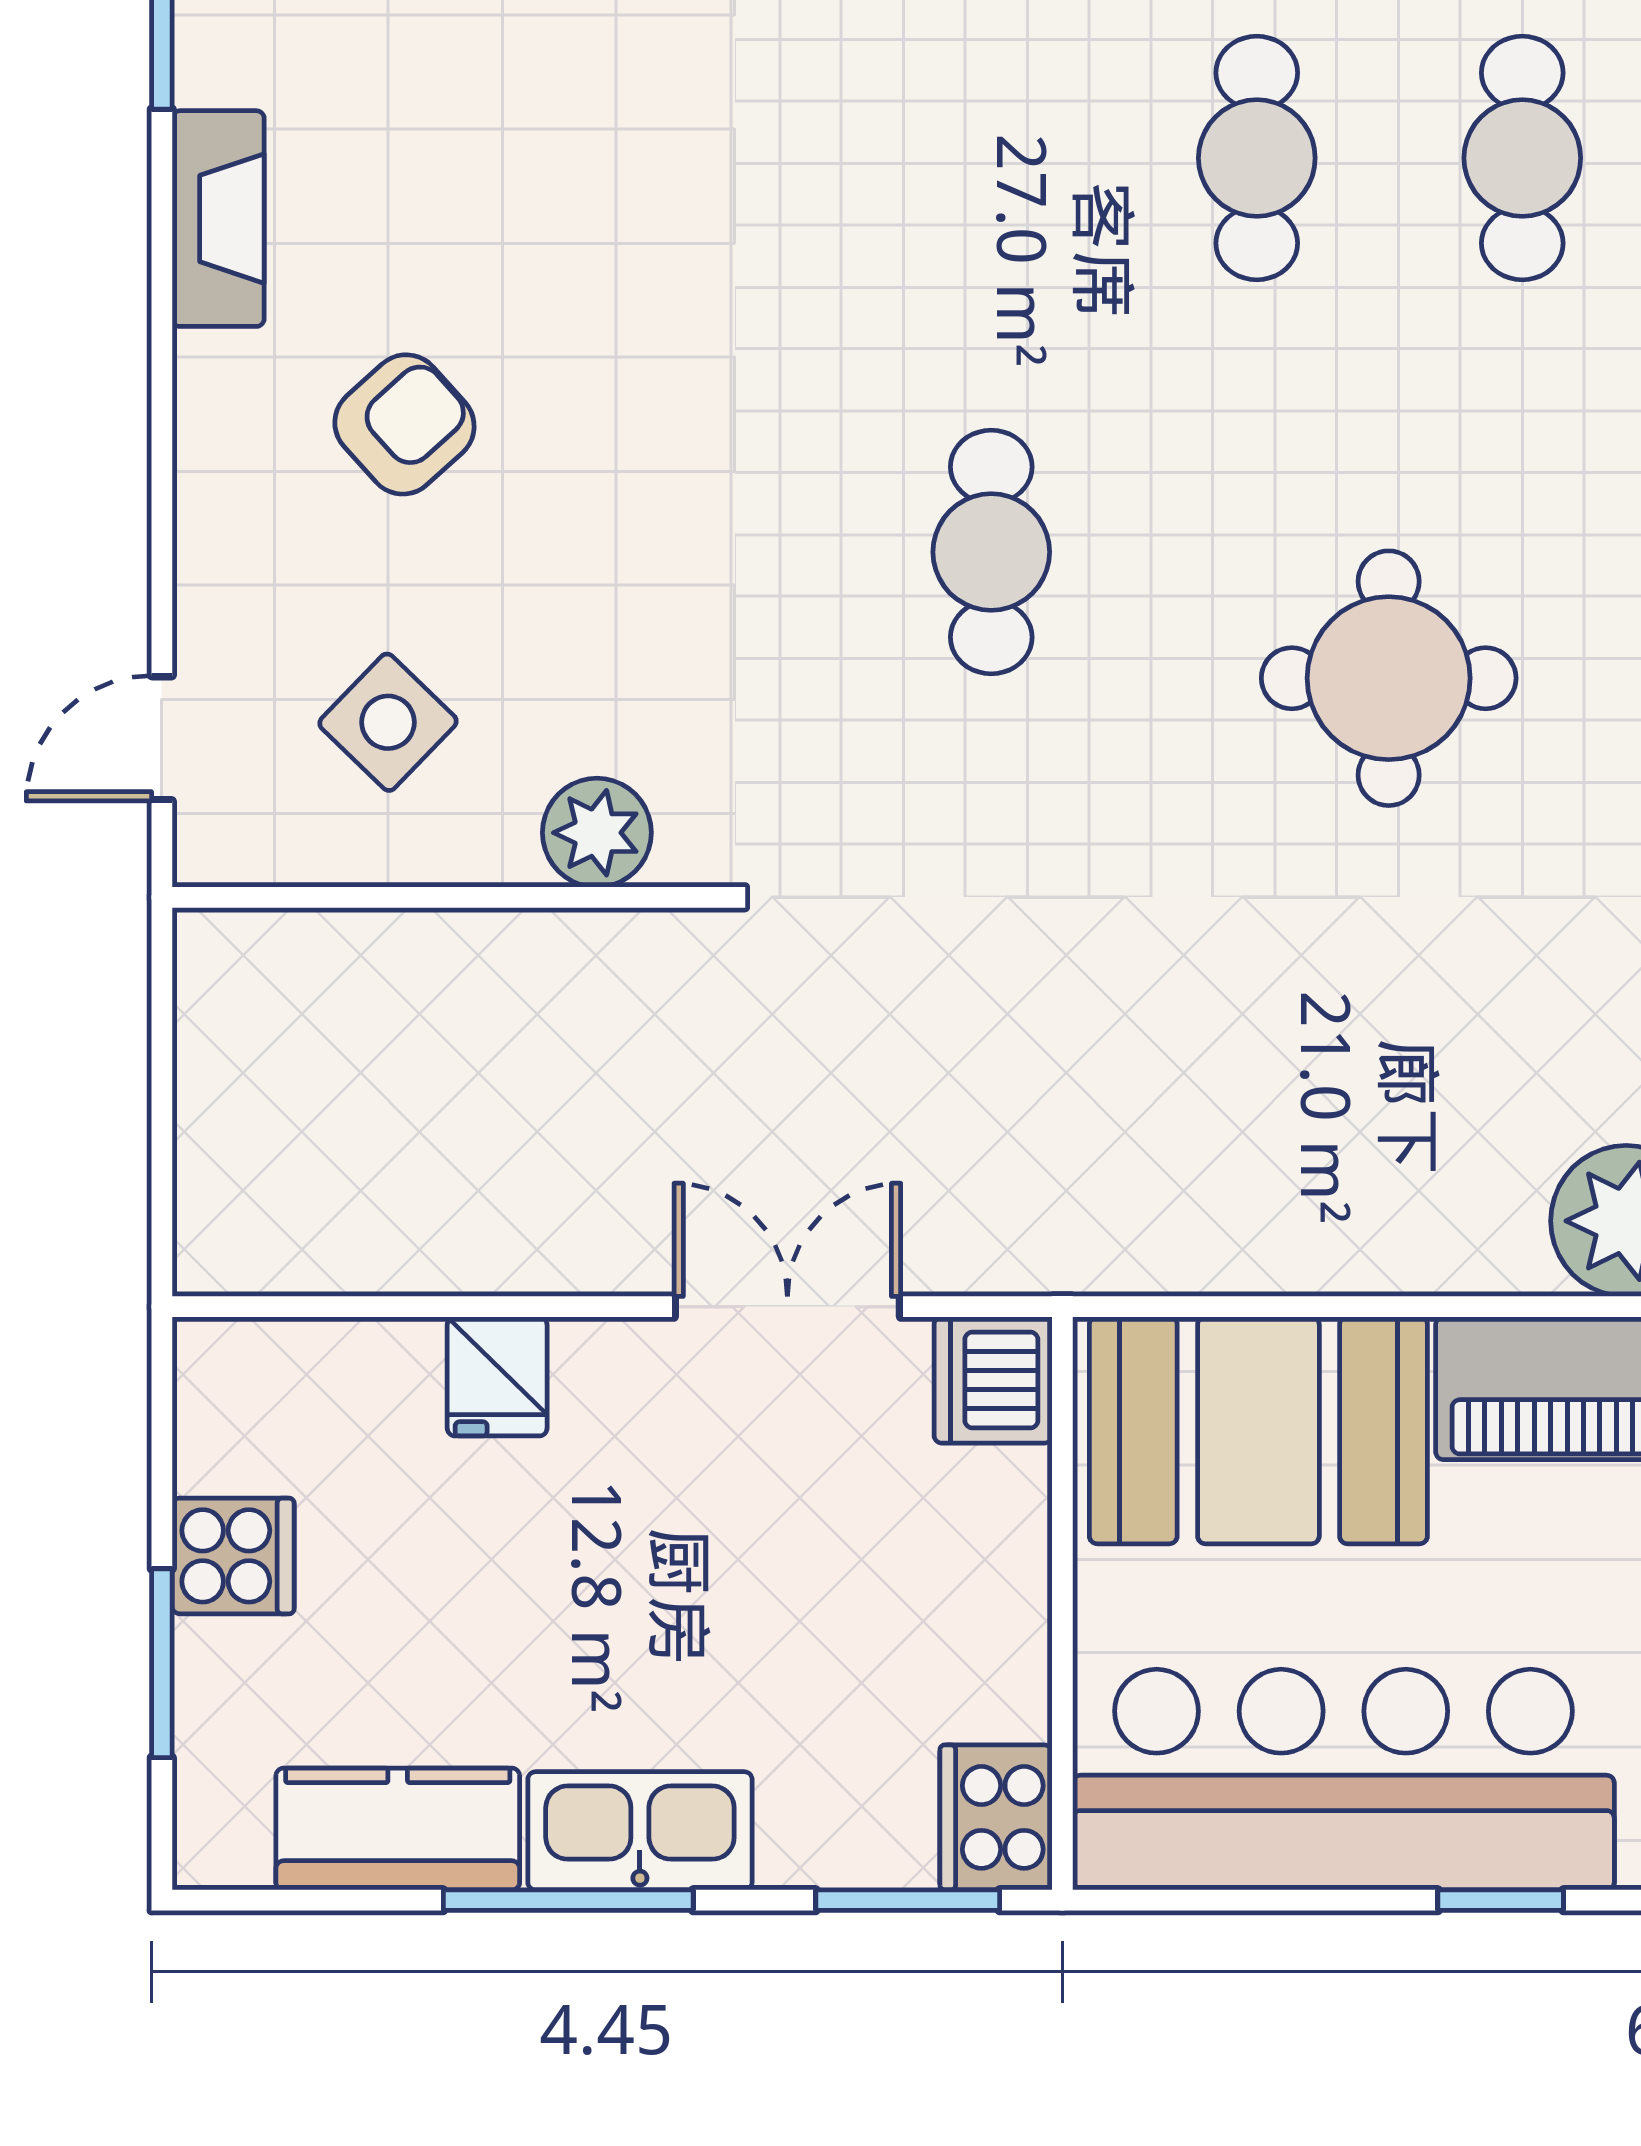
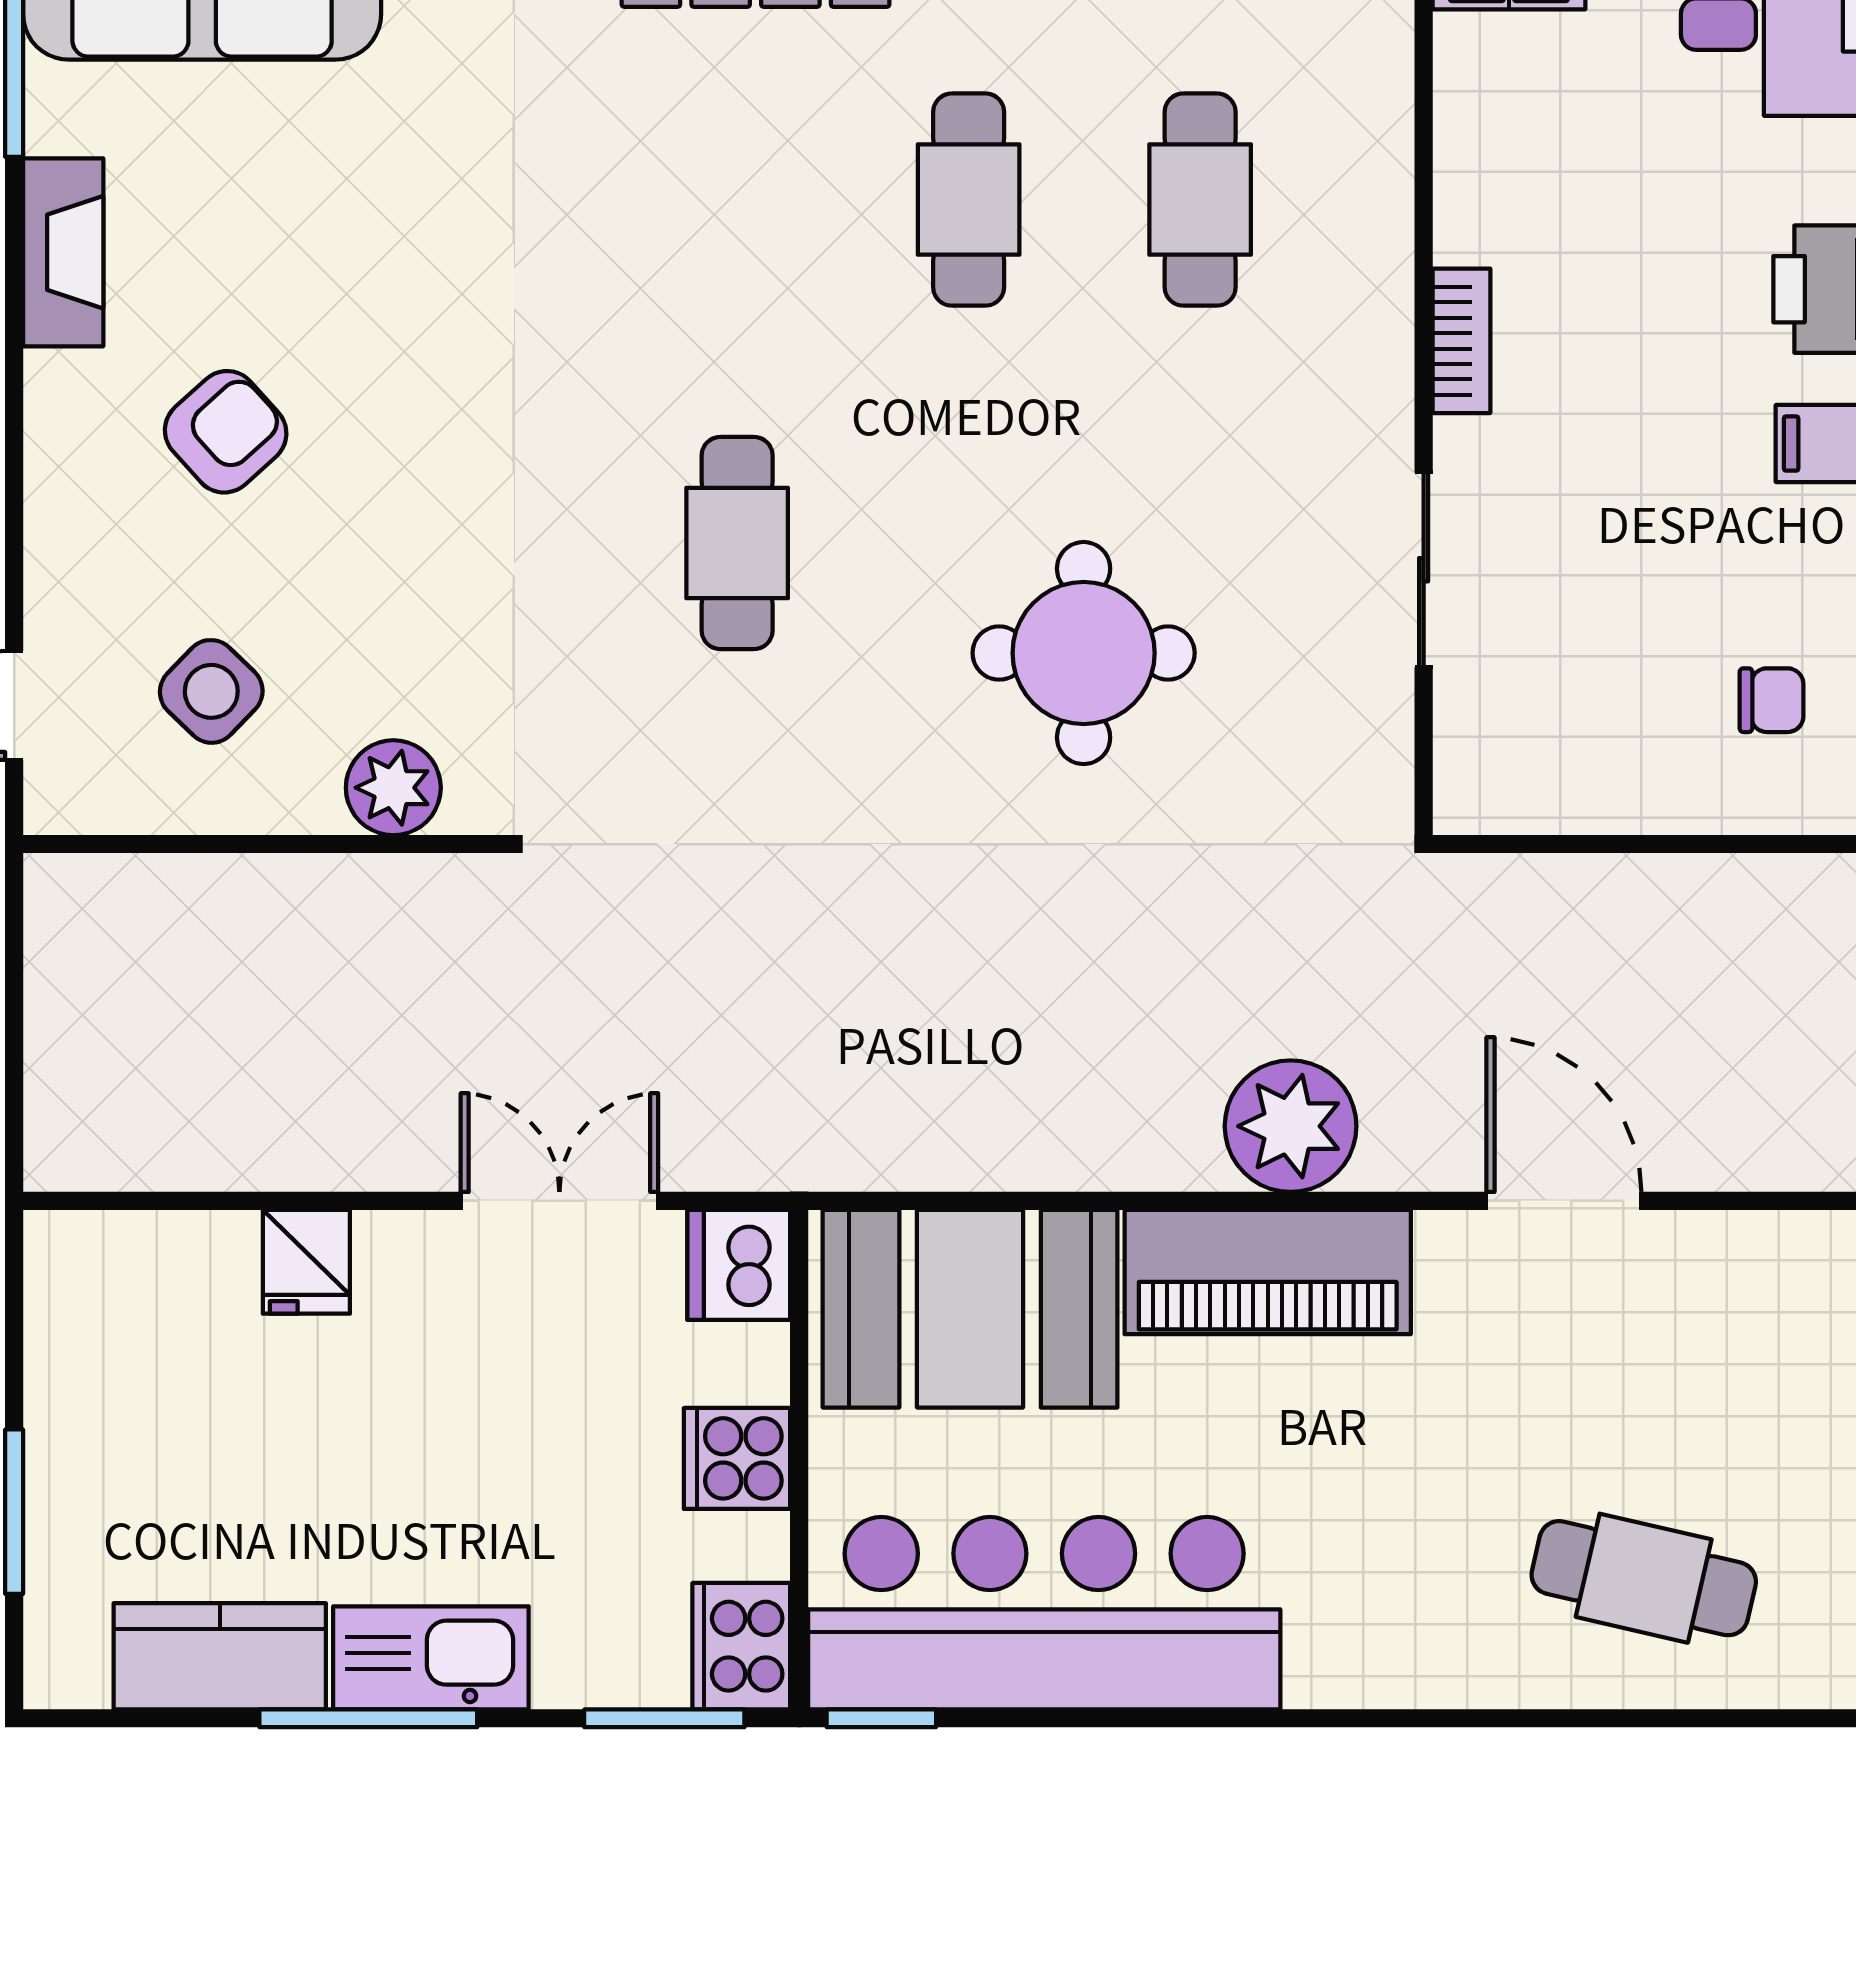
cooker: (233, 1556) -> (737, 1458), moved, turned 180
window: (1501, 1900) -> (881, 1718), moved

